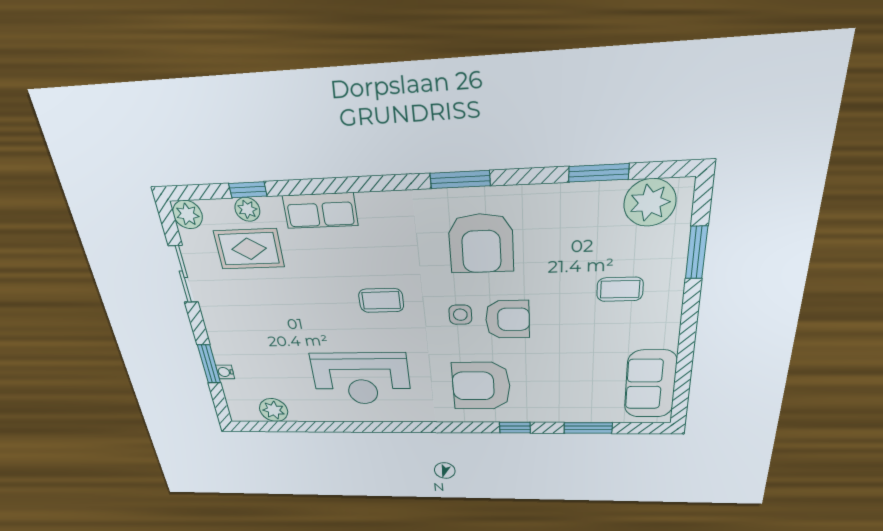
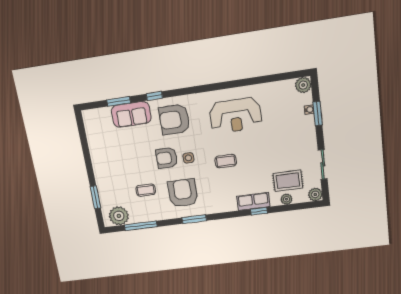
window: (599, 173) -> (141, 226), width x1.44
window: (248, 190) -> (259, 211), moved
coffee table: (620, 289) -> (146, 190), moved
reception desk: (361, 379) -> (235, 115), turned 180
sofa: (650, 384) -> (131, 114), moved, turned 90
armchair: (481, 386) -> (174, 120), turned 180
plant: (274, 410) -> (303, 85), moved

